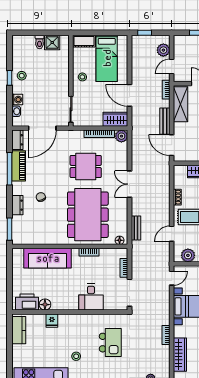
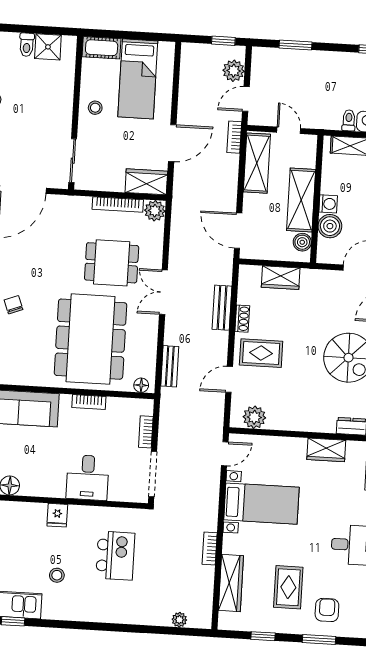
window: (145, 33) -> (223, 41), moved
door: (129, 95) -> (172, 143), swing flipped
bench: (165, 121) -> (222, 308), moved
dining table: (86, 166) -> (112, 263), moved
fridge: (52, 321) -> (57, 515), moved

